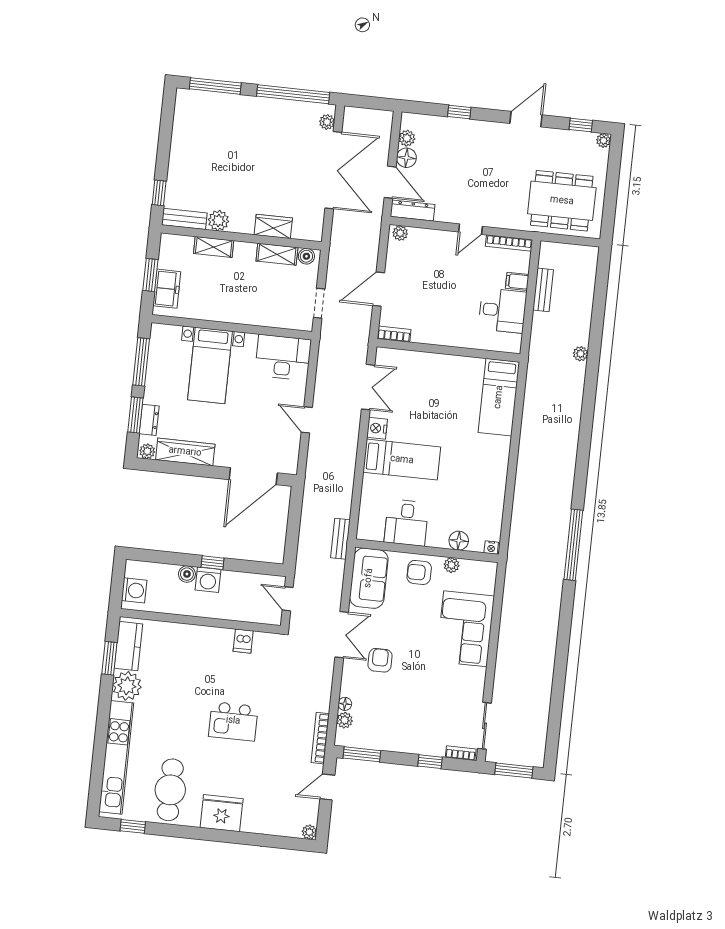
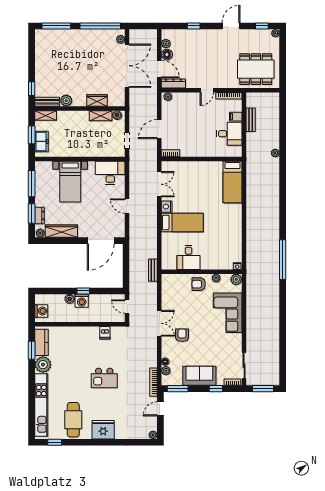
shelving: (214, 247) -> (46, 116), moved
floor lamp: (459, 541) -> (219, 264), removed
plant: (487, 571) -> (236, 279), added
sofa: (369, 578) -> (199, 376), moved, turned -90

